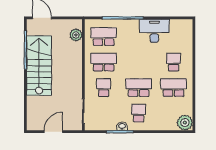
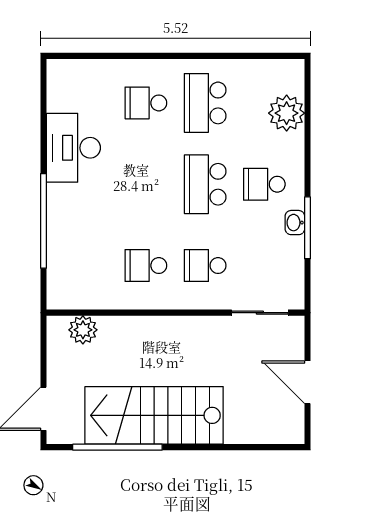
school desk: (104, 37) -> (87, 266), removed
school desk: (104, 62) -> (146, 266), width x0.54
plant: (185, 123) -> (287, 113), moved

